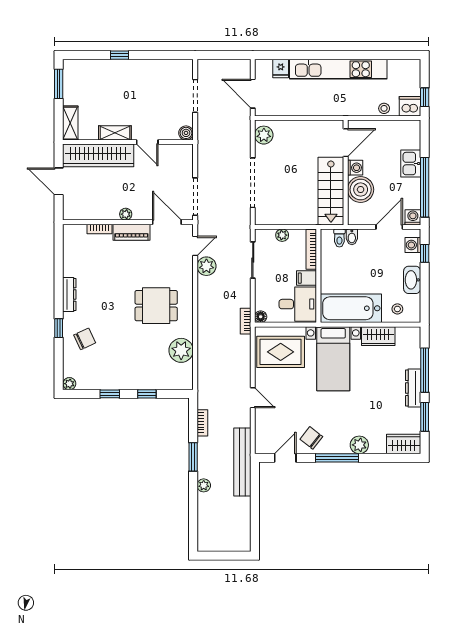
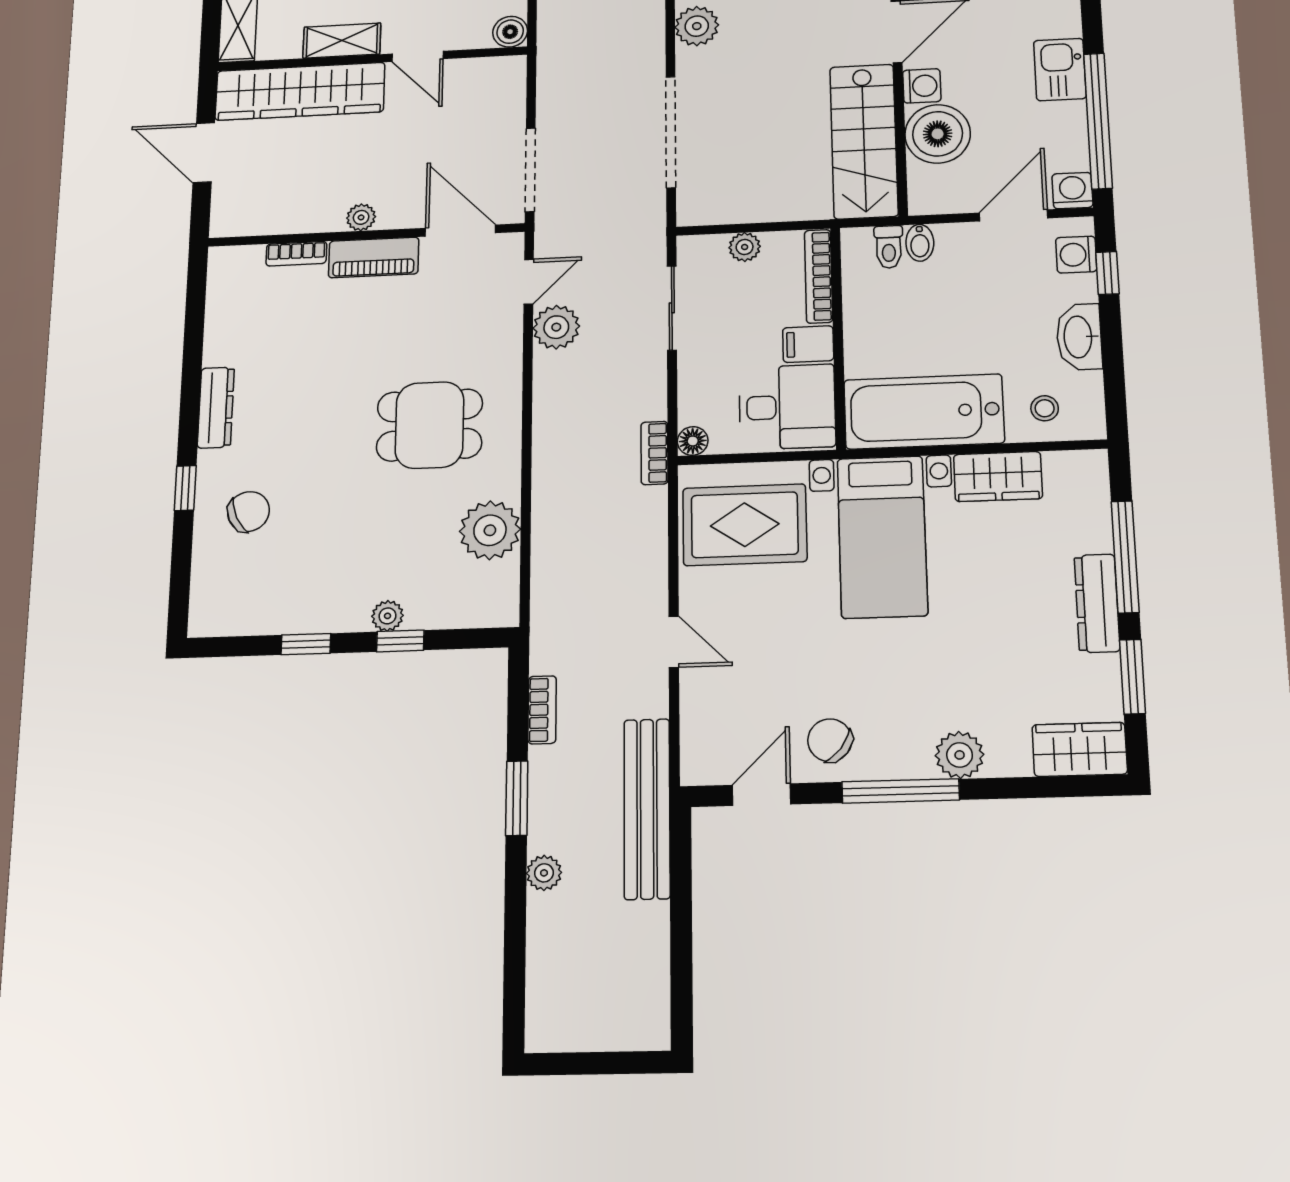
plant: (69, 384) -> (388, 616), moved

